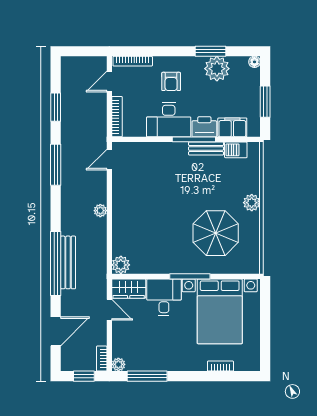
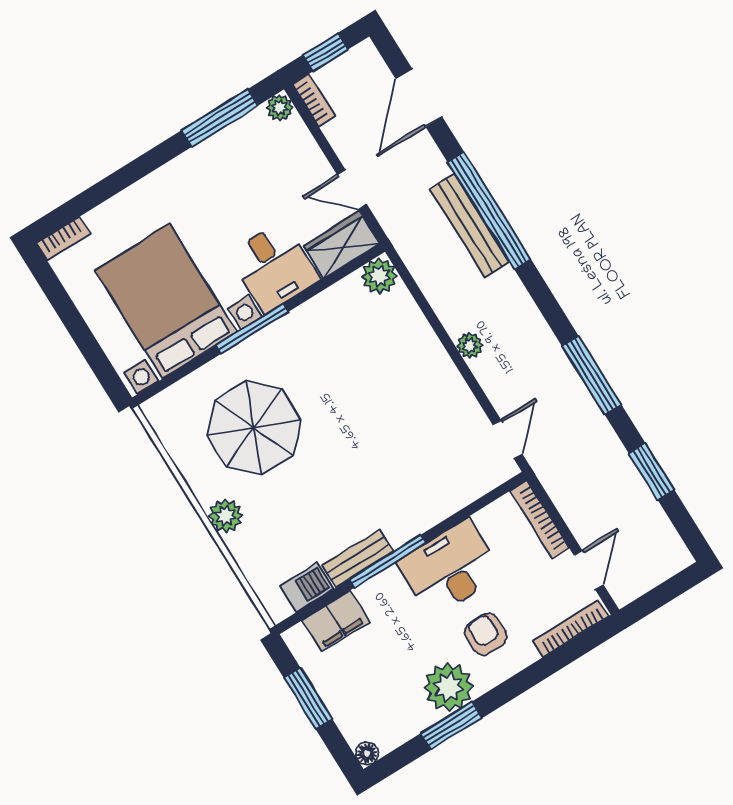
plant: (217, 69) -> (448, 687), moved
printer: (204, 127) -> (383, 593), removed
bookcase: (220, 366) -> (63, 239), moved

